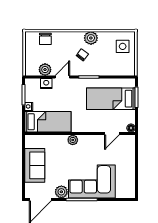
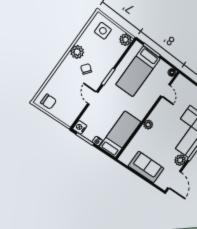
chair: (45, 39) -> (48, 102), moved
plant: (45, 70) -> (126, 40), moved
nightstand: (46, 84) -> (80, 127), moved

